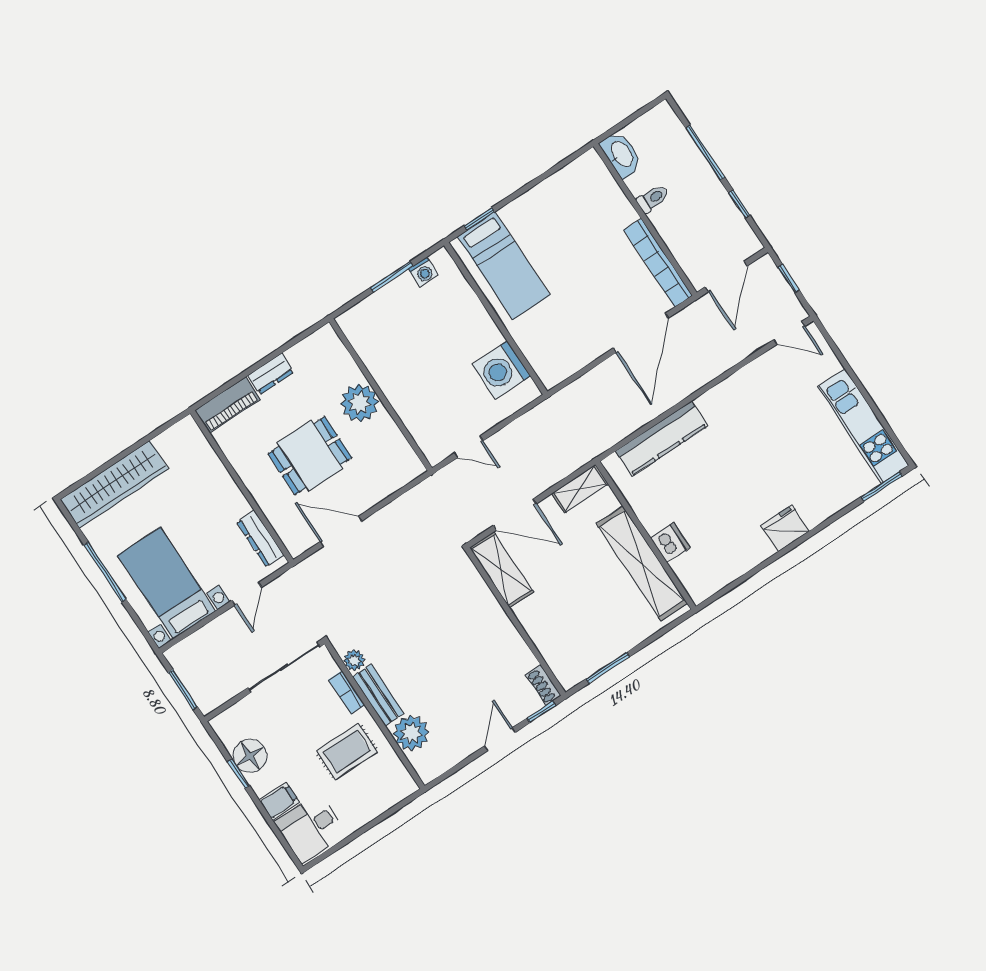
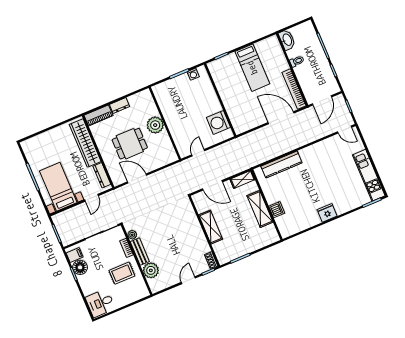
bed: (504, 266) -> (252, 68), moved
door: (641, 333) -> (281, 118), swing flipped
door: (469, 447) -> (198, 153), swing flipped
wardrobe: (114, 484) -> (85, 143), moved, turned 90
shelving: (642, 563) -> (260, 209), width x0.68
shelving: (502, 570) -> (211, 227), moved
filing cabinet: (279, 801) -> (75, 255), moved

